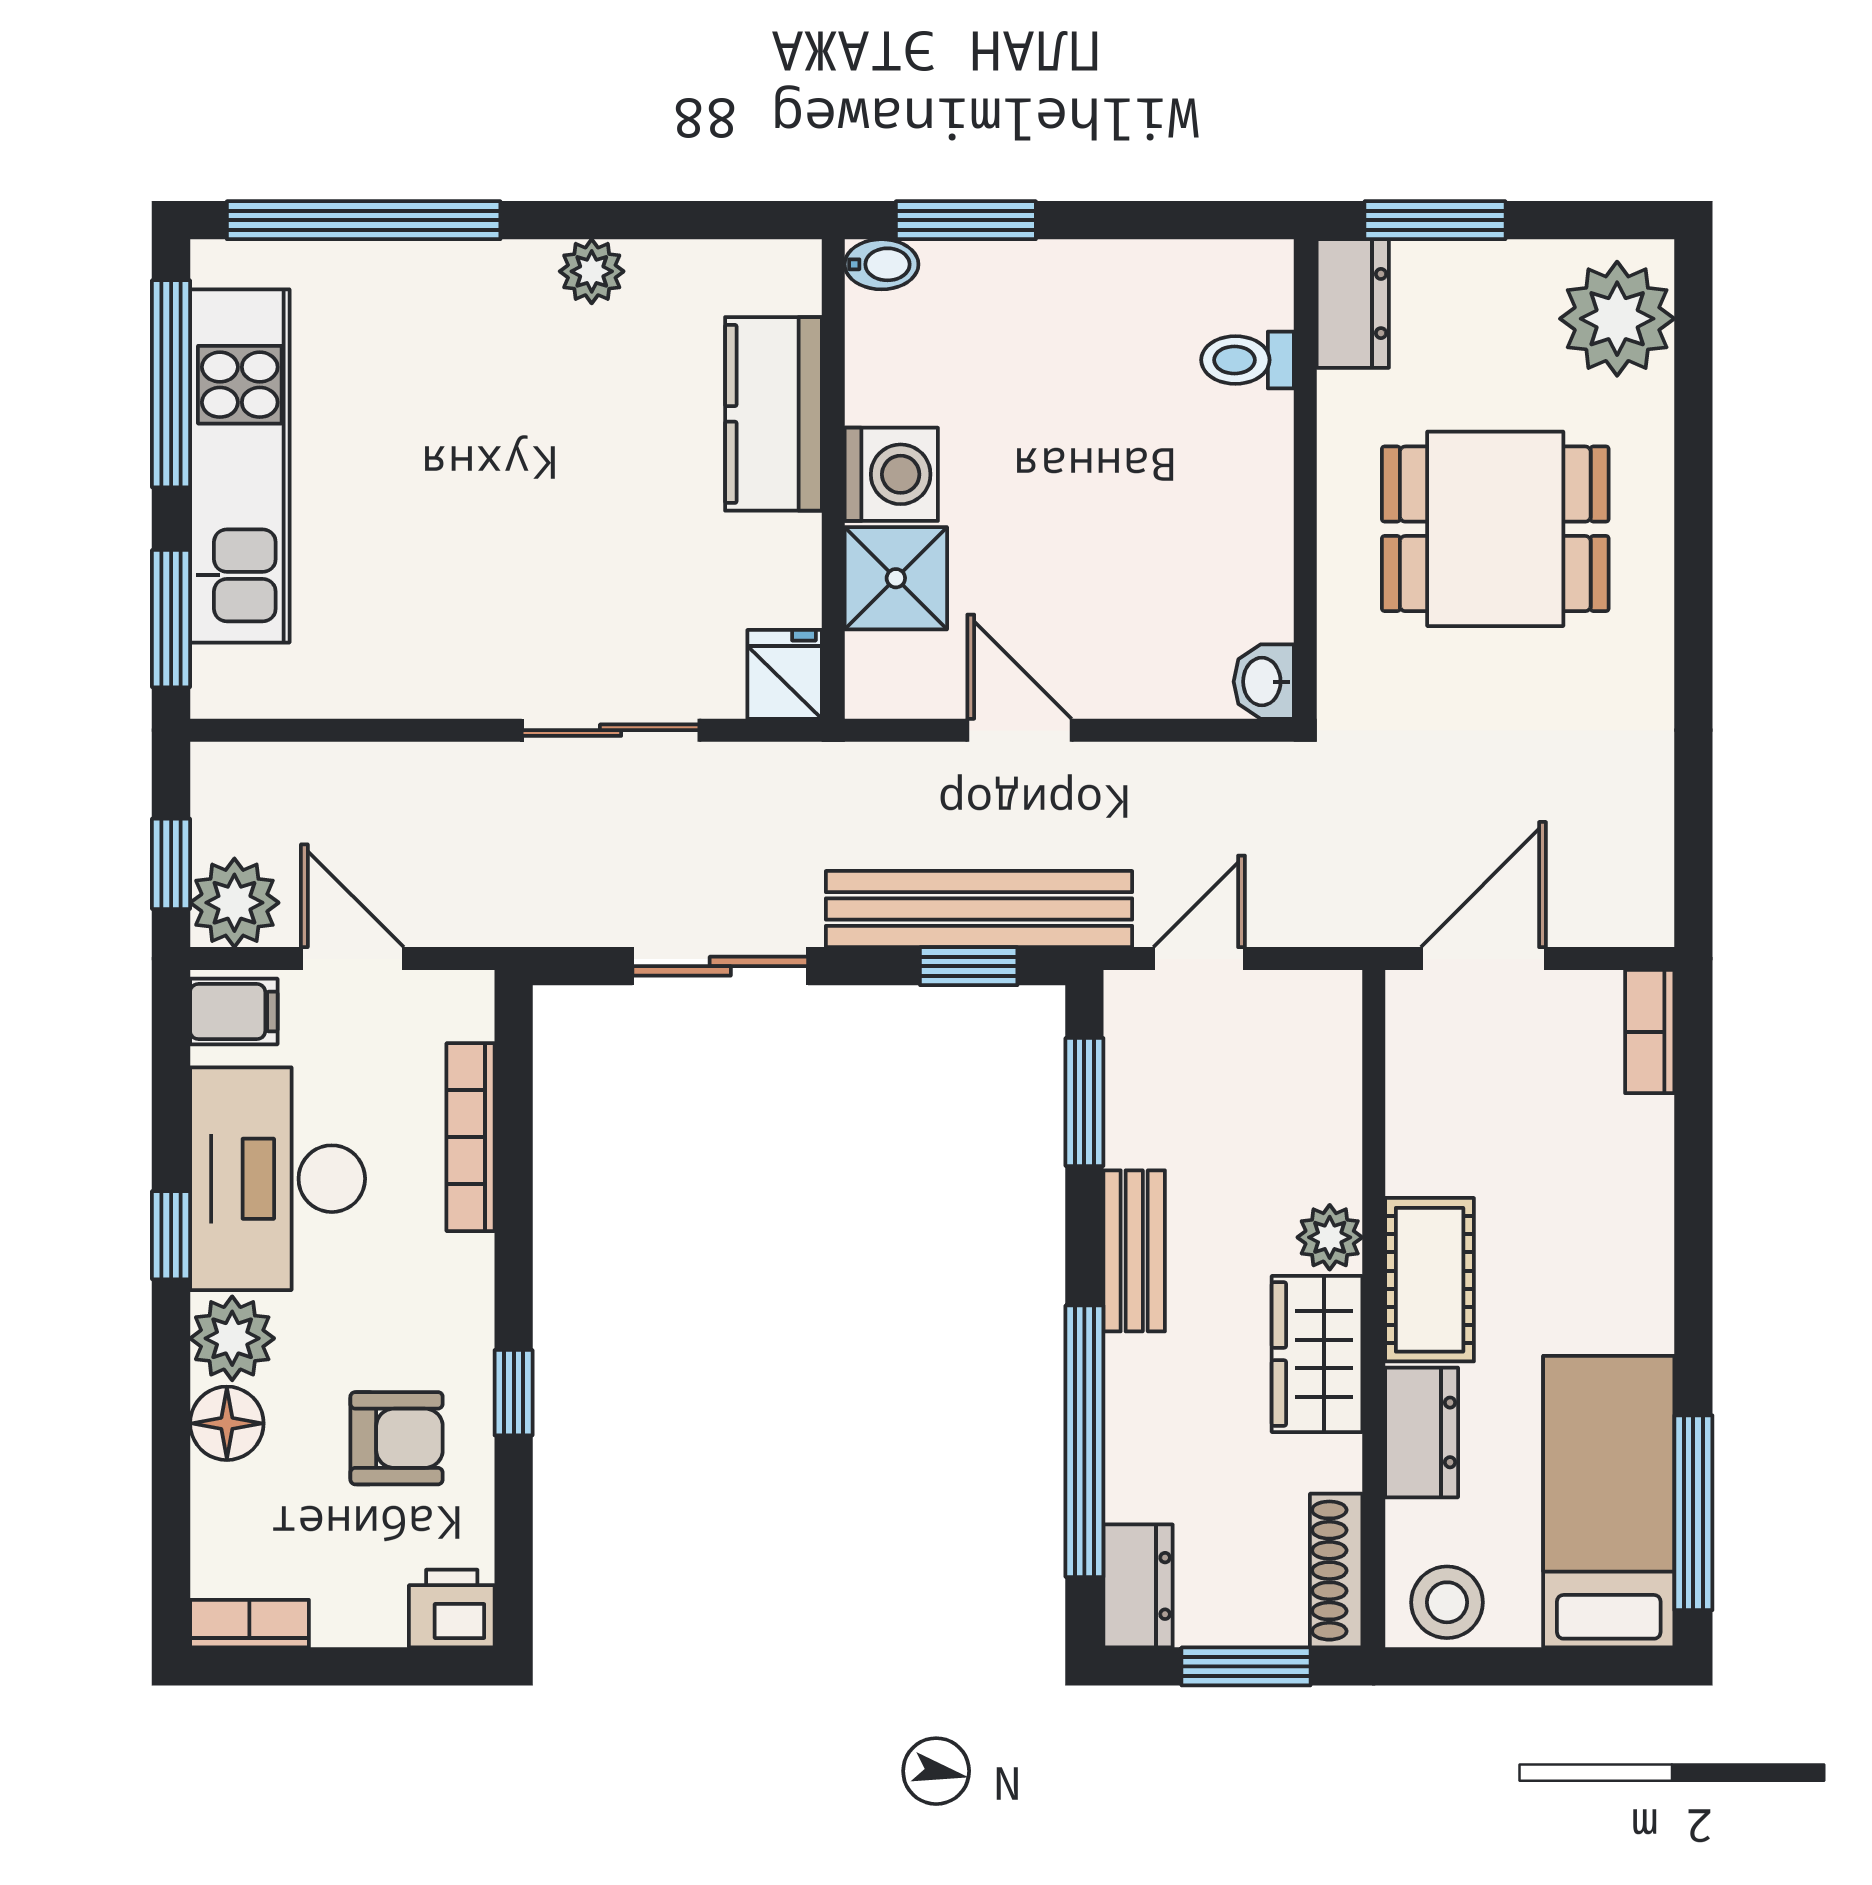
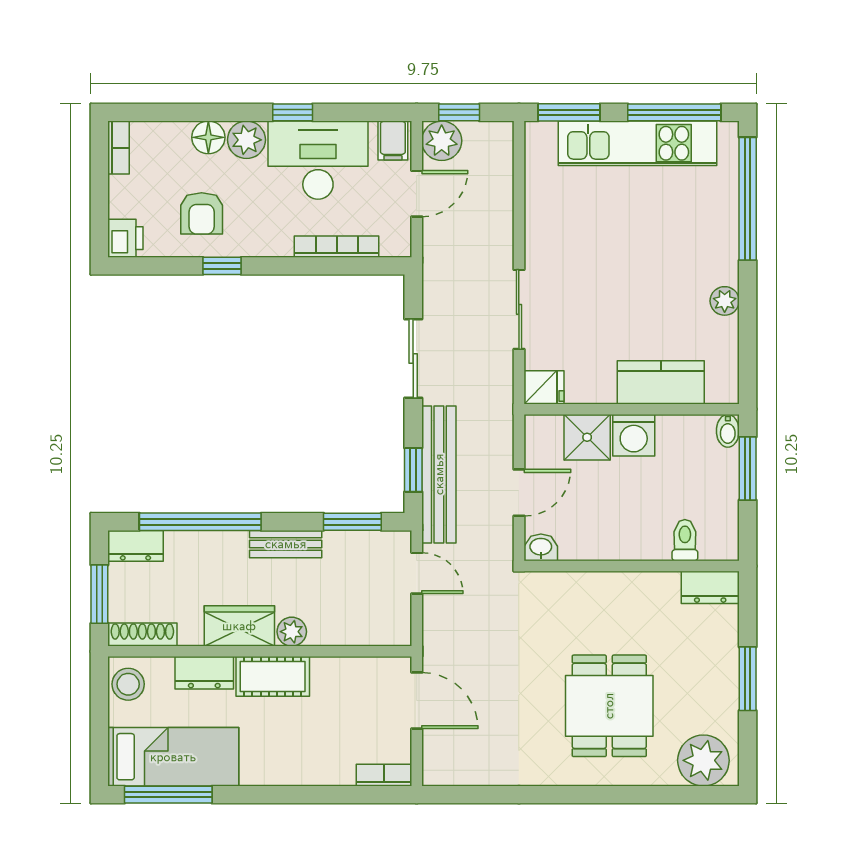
dresser: (1353, 304) -> (710, 587), moved
toilet: (1247, 360) -> (685, 540), moved
wall: (1305, 479) -> (632, 566), moved
washbasin: (1264, 682) -> (541, 547), moved

